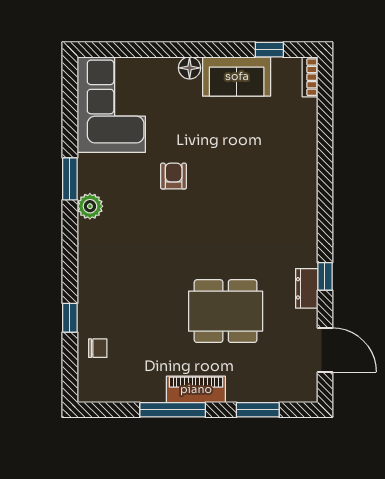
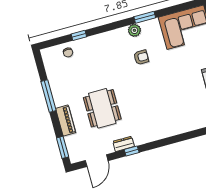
armchair: (174, 176) -> (141, 57), moved
piano: (196, 389) -> (66, 121), moved
window: (258, 410) -> (63, 147), moved

